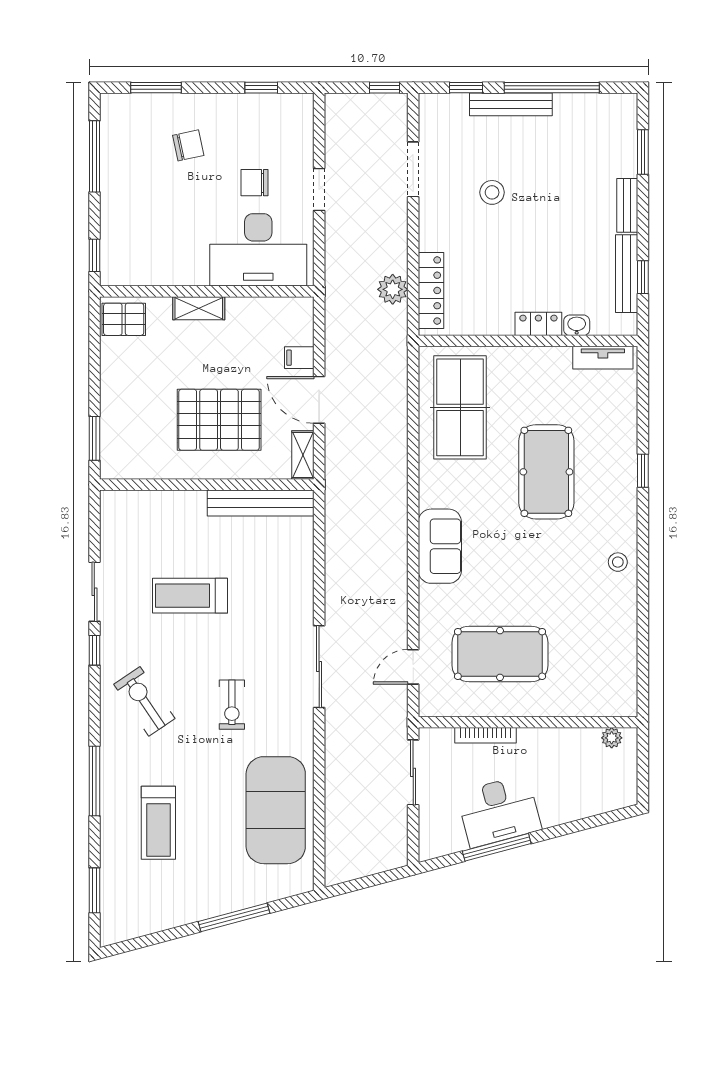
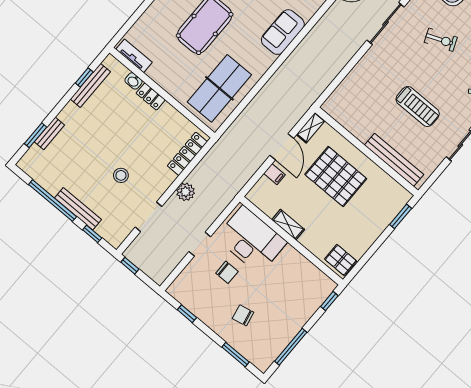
bench: (627, 205) -> (49, 133), moved
plant: (393, 289) -> (186, 192), moved
shelving: (199, 308) -> (288, 225), moved
bench: (261, 503) -> (394, 160), moved
exercise bike: (232, 705) -> (441, 40), turned 68

